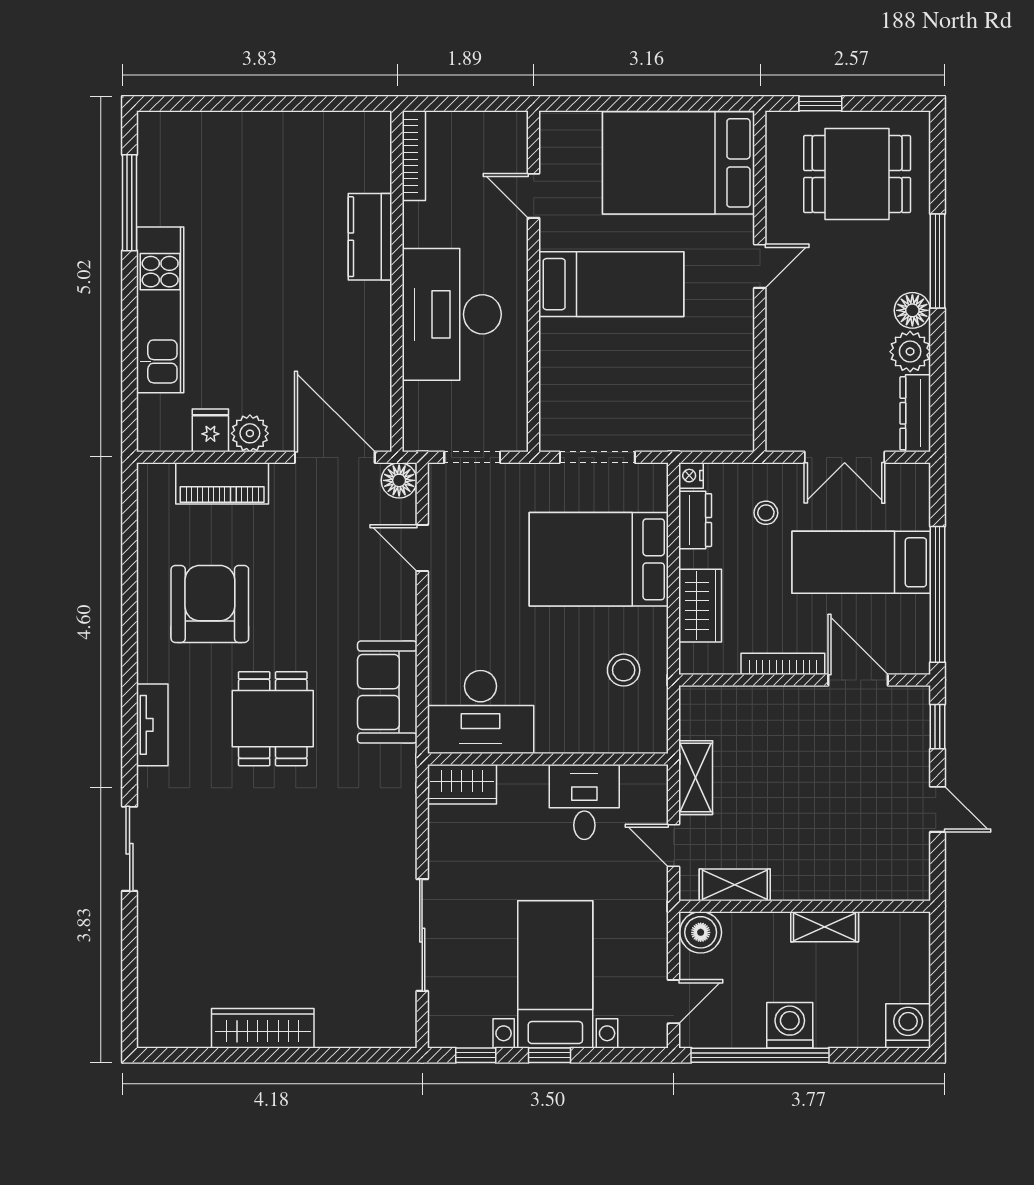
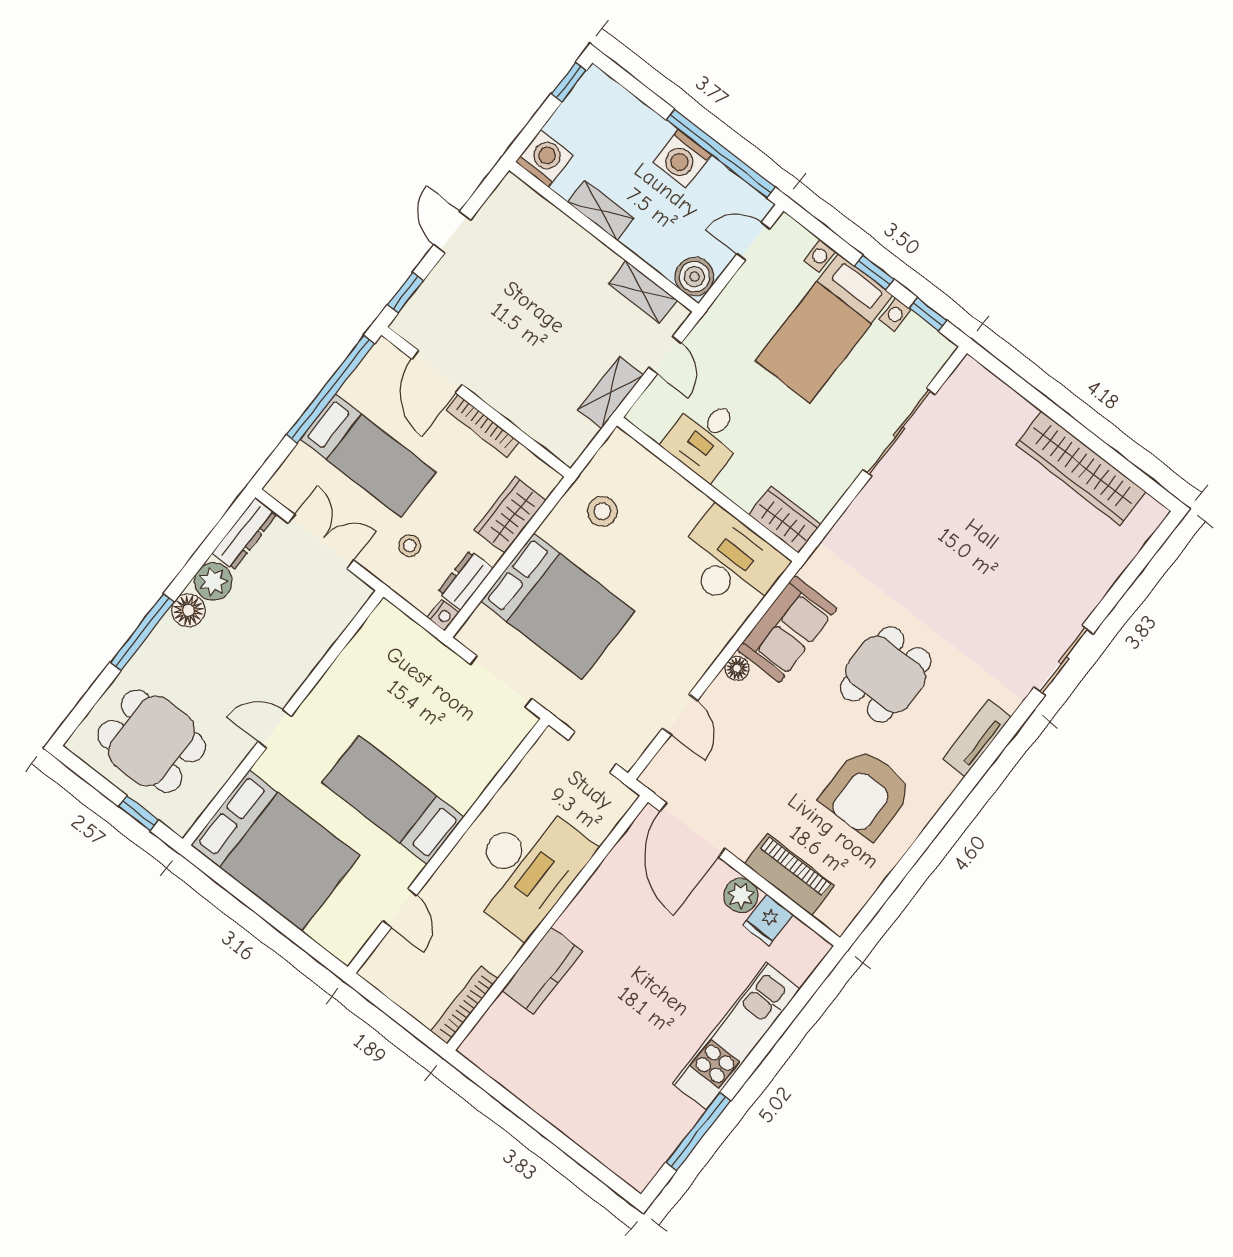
floor lamp: (399, 480) -> (737, 668), moved, width x0.73, depth x0.73
window: (938, 1015) -> (569, 82), added
washing machine: (908, 1026) -> (545, 159), moved, turned 180
wardrobe: (263, 1028) -> (1081, 468), width x1.40, depth x1.17

